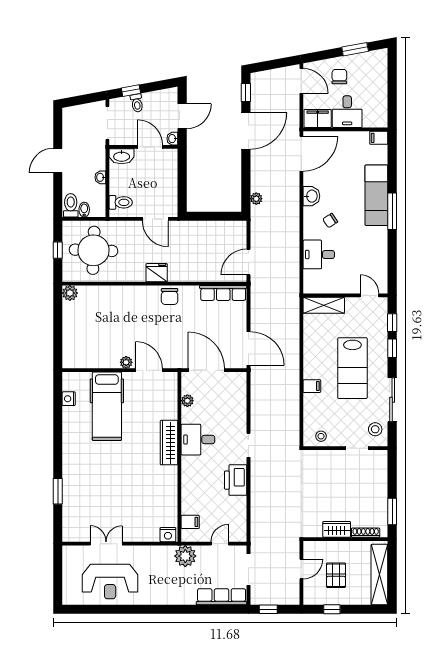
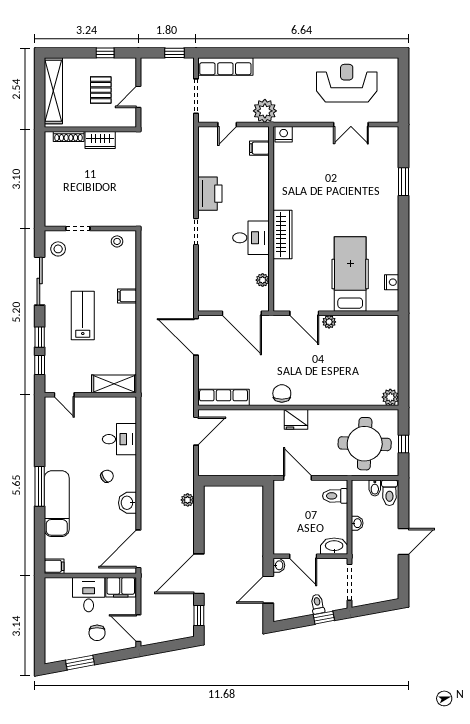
lab bench: (352, 368) -> (83, 315), width x0.73, depth x0.72
window: (392, 512) -> (40, 159), removed

